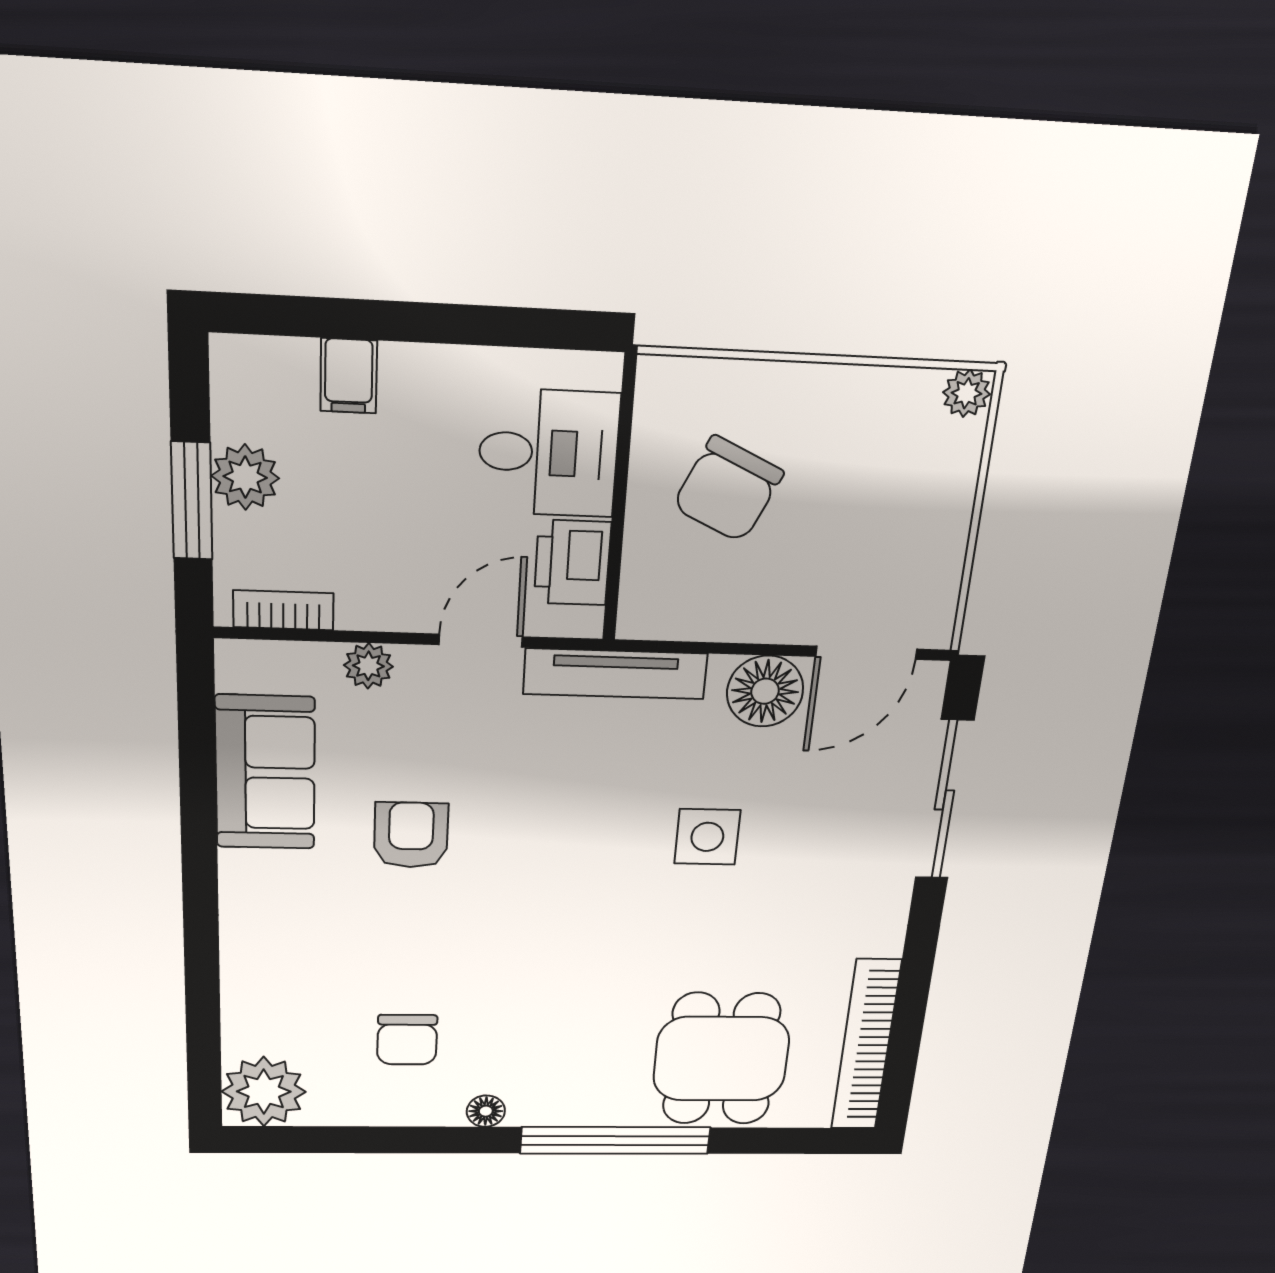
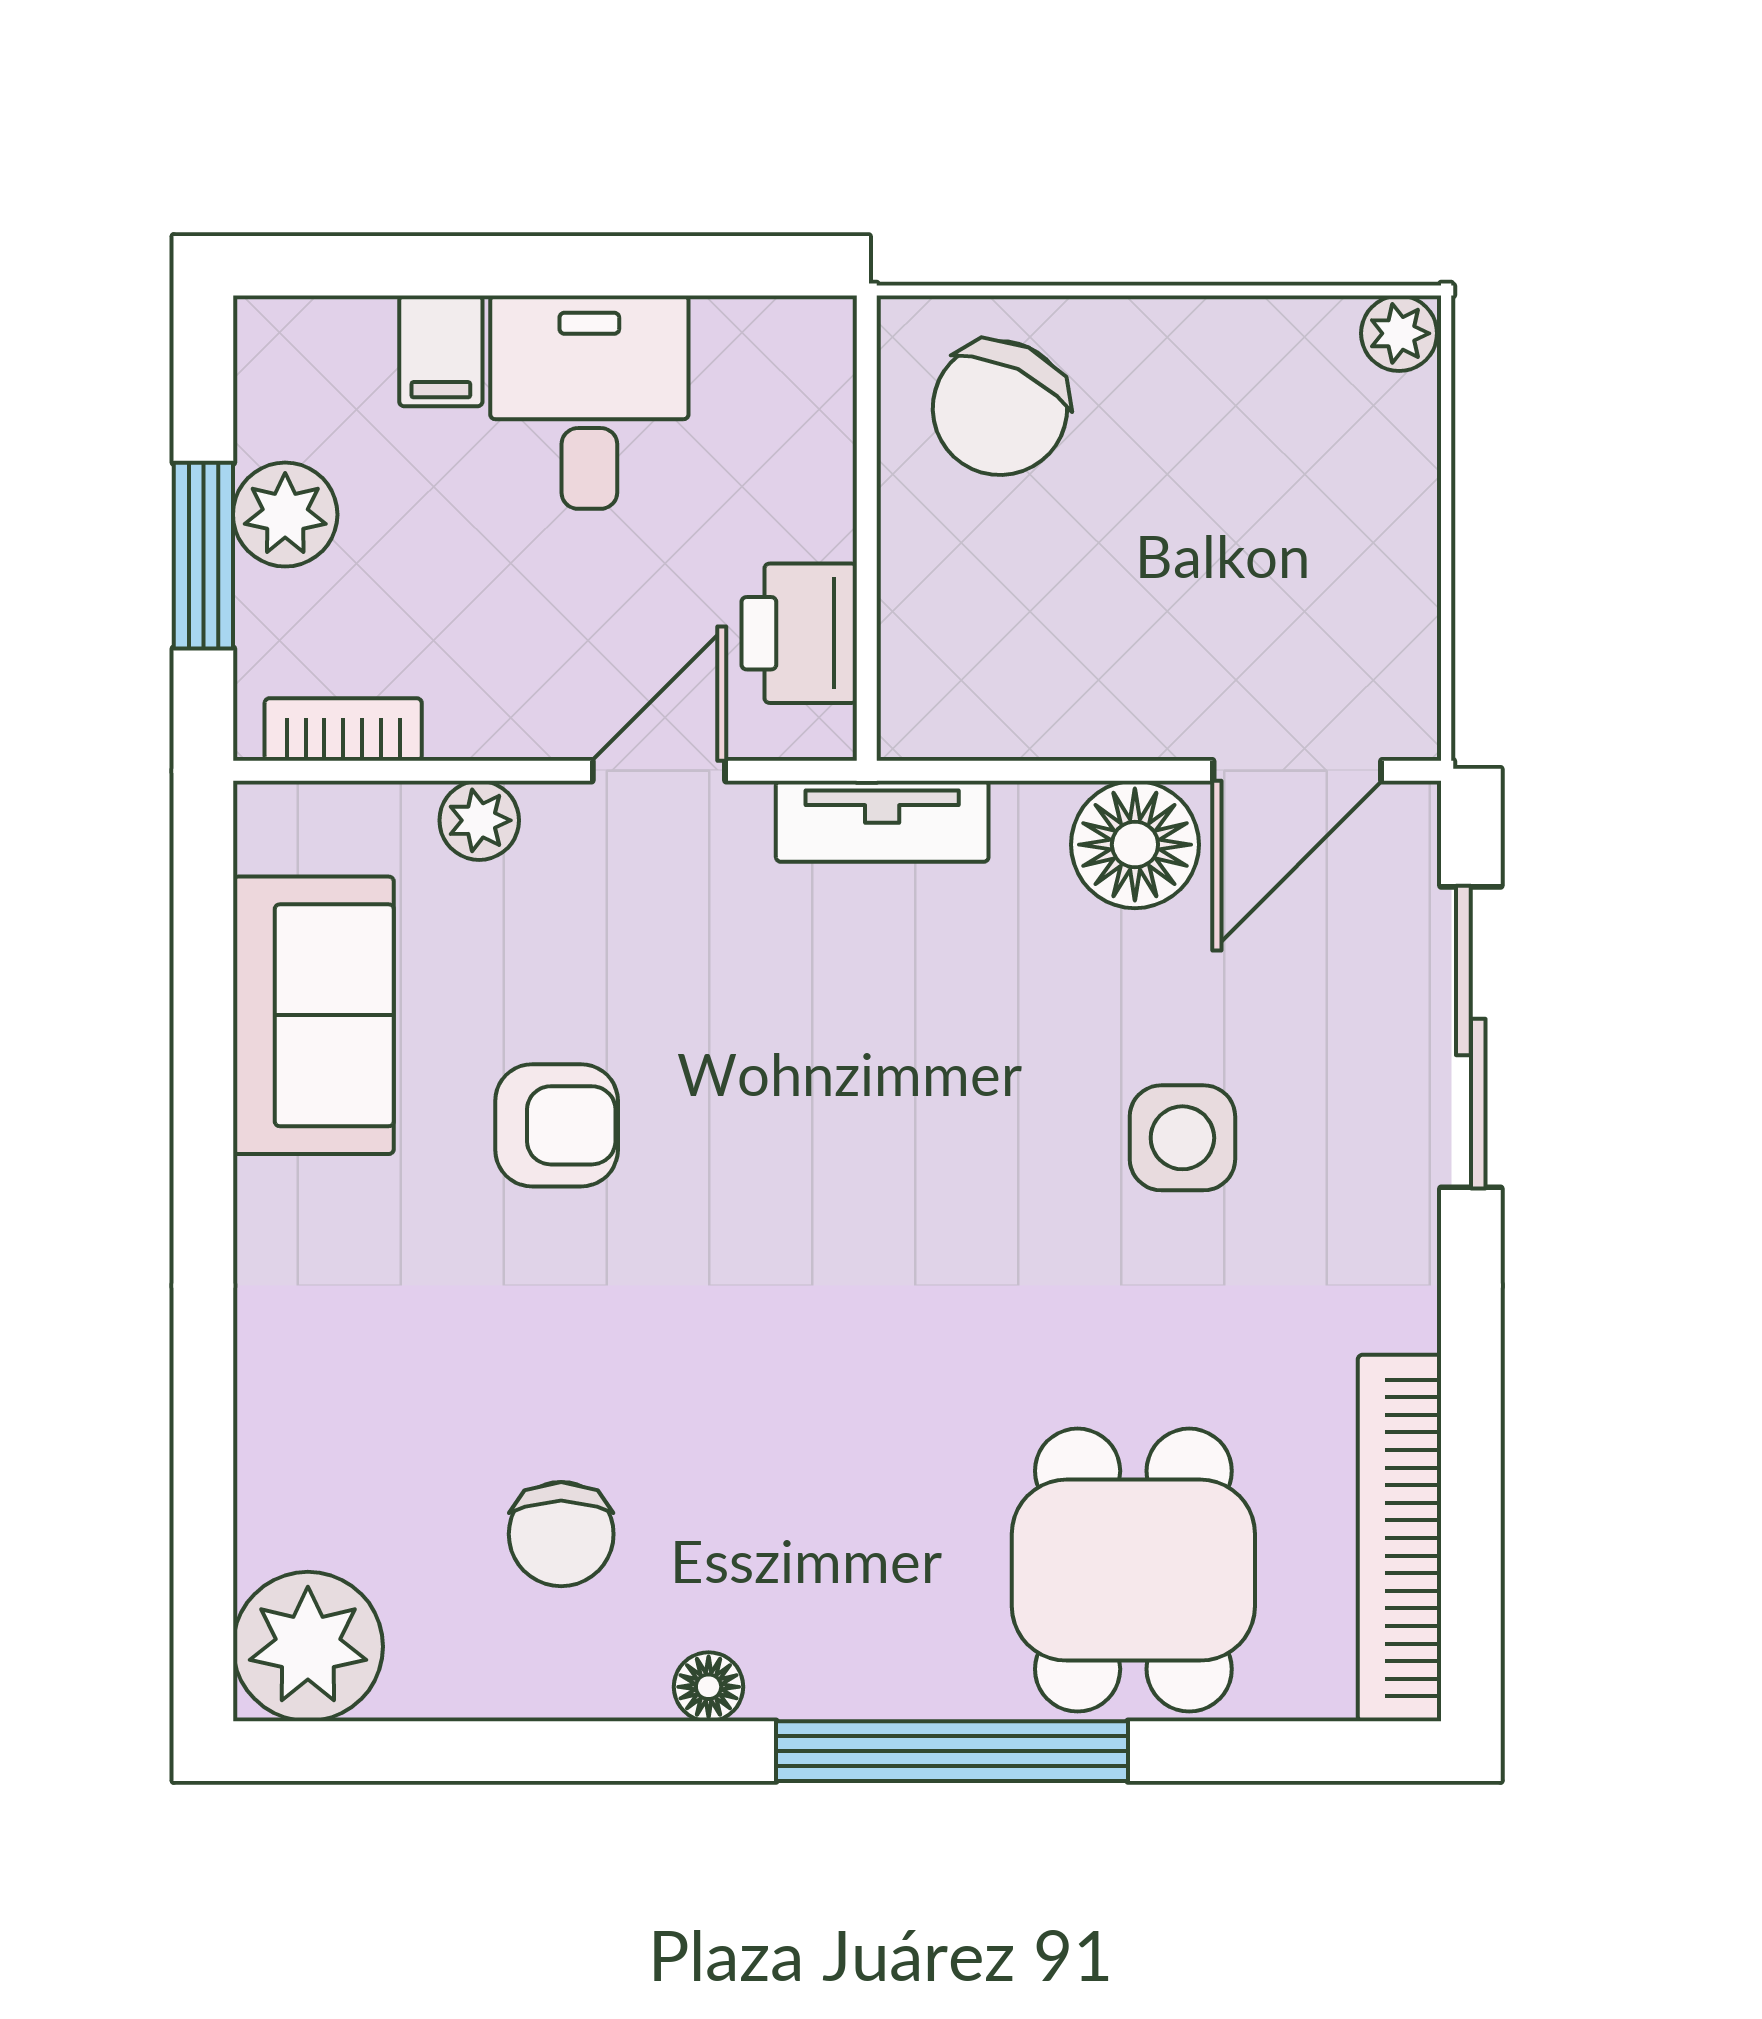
desk: (548, 453) -> (589, 402), moved, turned -90
chair: (728, 489) -> (1000, 408), moved
tv unit: (615, 674) -> (882, 821), width x0.71
armchair: (411, 835) -> (557, 1125), turned 90
side table: (707, 837) -> (1182, 1138), moved

